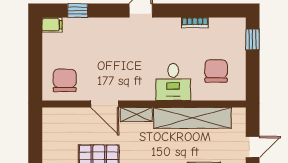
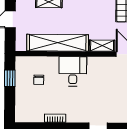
window: (253, 39) -> (10, 78), moved
chair: (216, 71) -> (39, 80), width x0.54, depth x0.54

